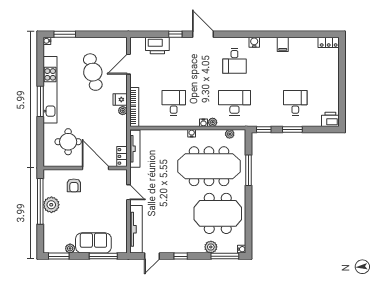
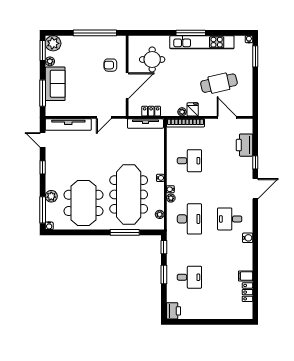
locker: (329, 42) -> (247, 292), moved
filing cabinet: (283, 44) -> (246, 276), moved
locker: (122, 156) -> (151, 111), moved
plant: (51, 205) -> (53, 43), moved

